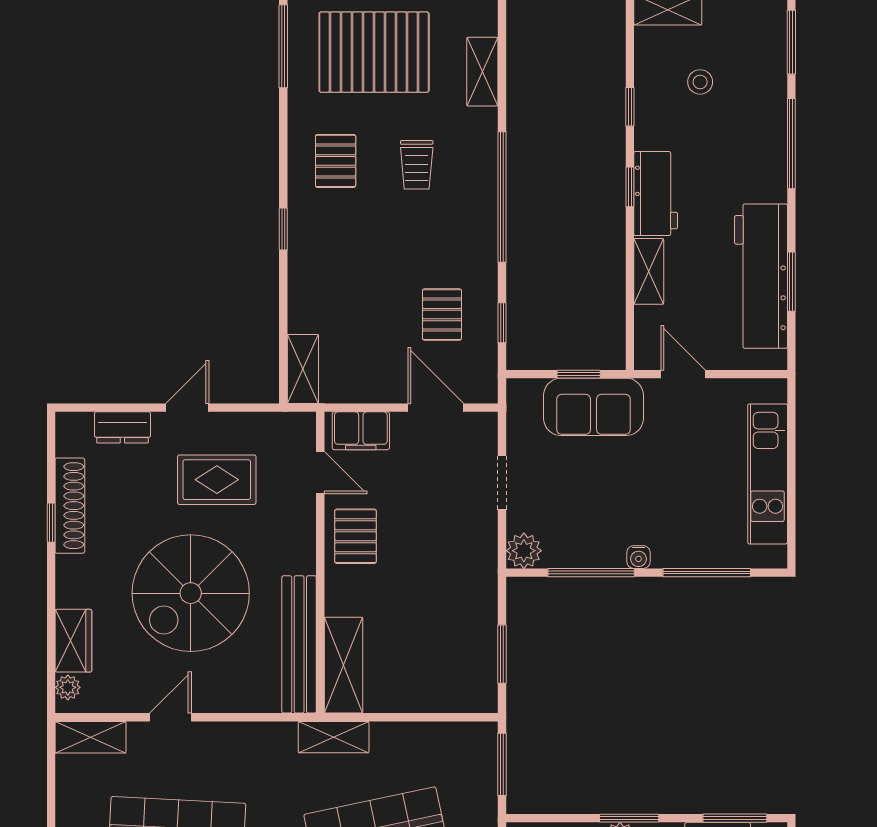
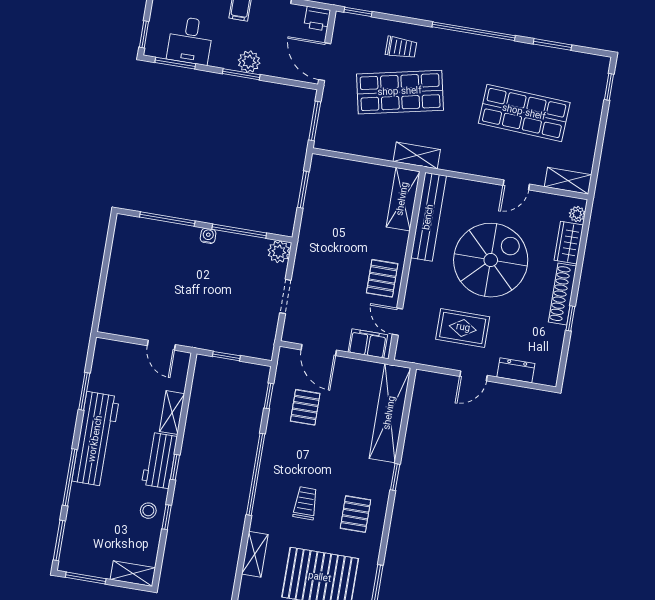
stool: (700, 82) -> (148, 511), moved
workbench: (761, 276) -> (96, 439), moved
shelving: (303, 369) -> (390, 413), width x2.20, depth x1.33
sofa: (594, 407) -> (220, 334), removed
kitchen unit: (768, 474) -> (119, 274), removed
shoe rack: (70, 506) -> (562, 294), moved

